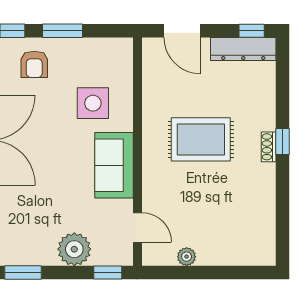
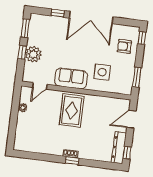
window: (63, 31) -> (137, 77), moved
rug: (201, 139) -> (72, 111), moved
window: (108, 272) -> (22, 52), moved

